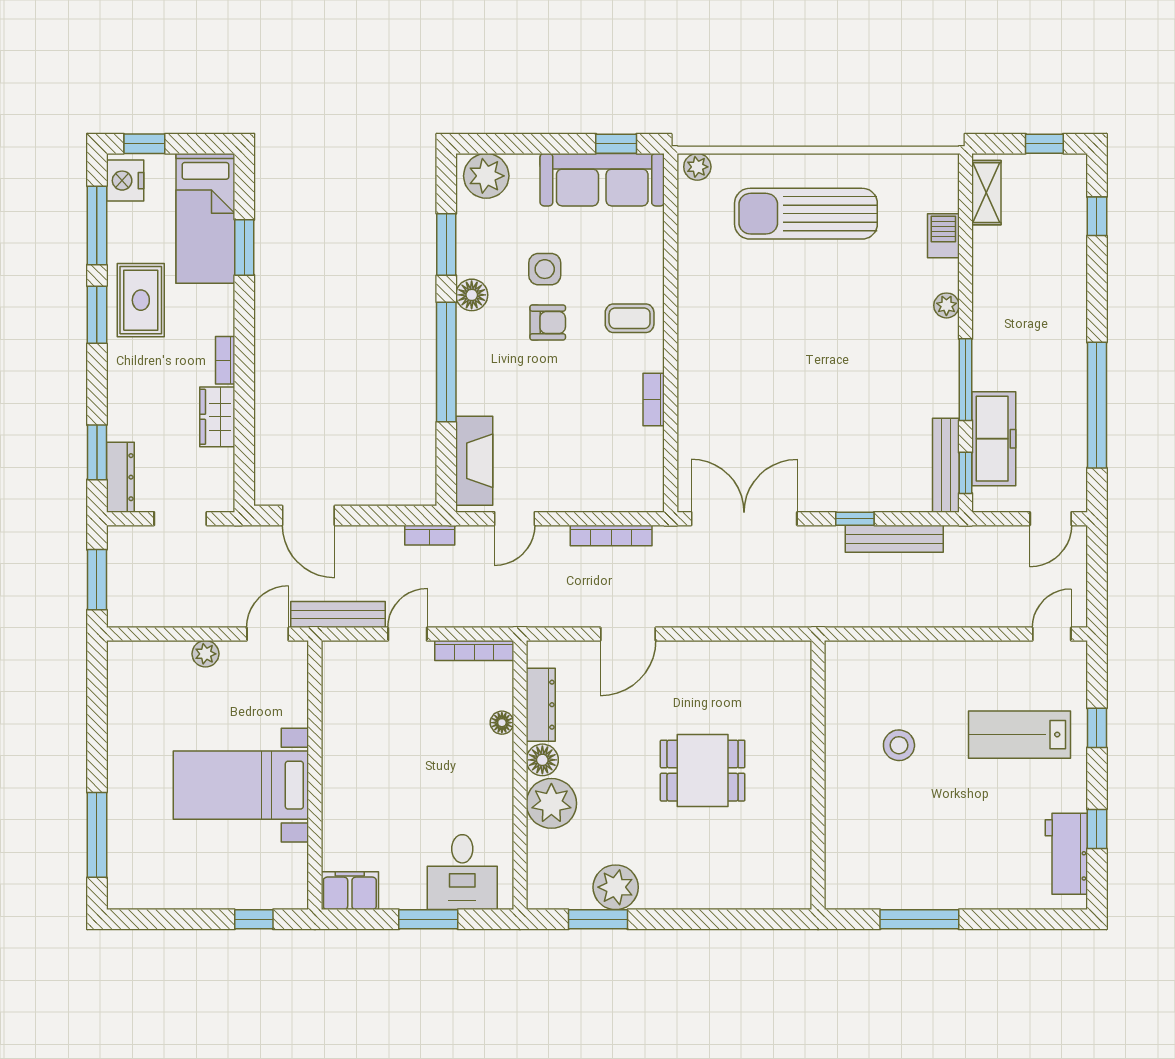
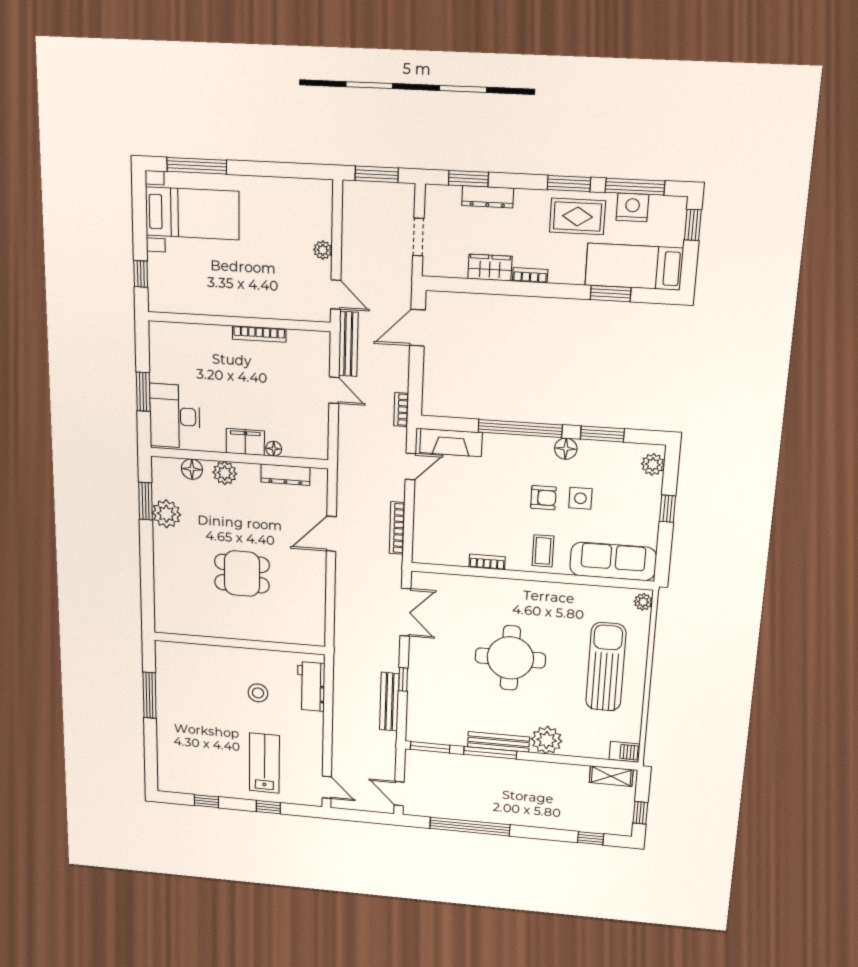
window: (616, 144) -> (667, 509), moved
plant: (486, 176) -> (653, 464), width x0.73, depth x0.73
sofa: (602, 180) -> (613, 561), moved, turned 90
nightstand: (125, 181) -> (632, 207), moved
barbecue: (943, 236) -> (625, 752), moved
plant: (946, 305) -> (547, 740), width x1.87, depth x1.87
armchair: (548, 322) -> (543, 498), turned -90
round table: (804, 357) -> (510, 658), added
freezer: (994, 439) -> (451, 766), removed
bench: (946, 465) -> (498, 742), moved
window: (965, 473) -> (430, 747), width x1.50
dresser: (120, 477) -> (488, 197), moved
door: (514, 519) -> (410, 466), swing flipped
double door: (744, 519) -> (405, 612), width x0.73
door: (628, 634) -> (331, 534), hinge flipped
bookcase: (474, 651) -> (259, 334), moved, turned -90
floor lamp: (542, 760) -> (192, 469), moved
dining table: (703, 771) -> (242, 574), turned 90
bed with nightstands: (241, 785) -> (192, 213), moved, turned 90
plant: (551, 803) -> (225, 473), width x0.73, depth x0.73
workbench: (1066, 854) -> (311, 686), moved, turned -90
desk: (462, 872) -> (175, 416), width x1.37
filing cabinet: (350, 891) -> (245, 442), moved, turned -90

